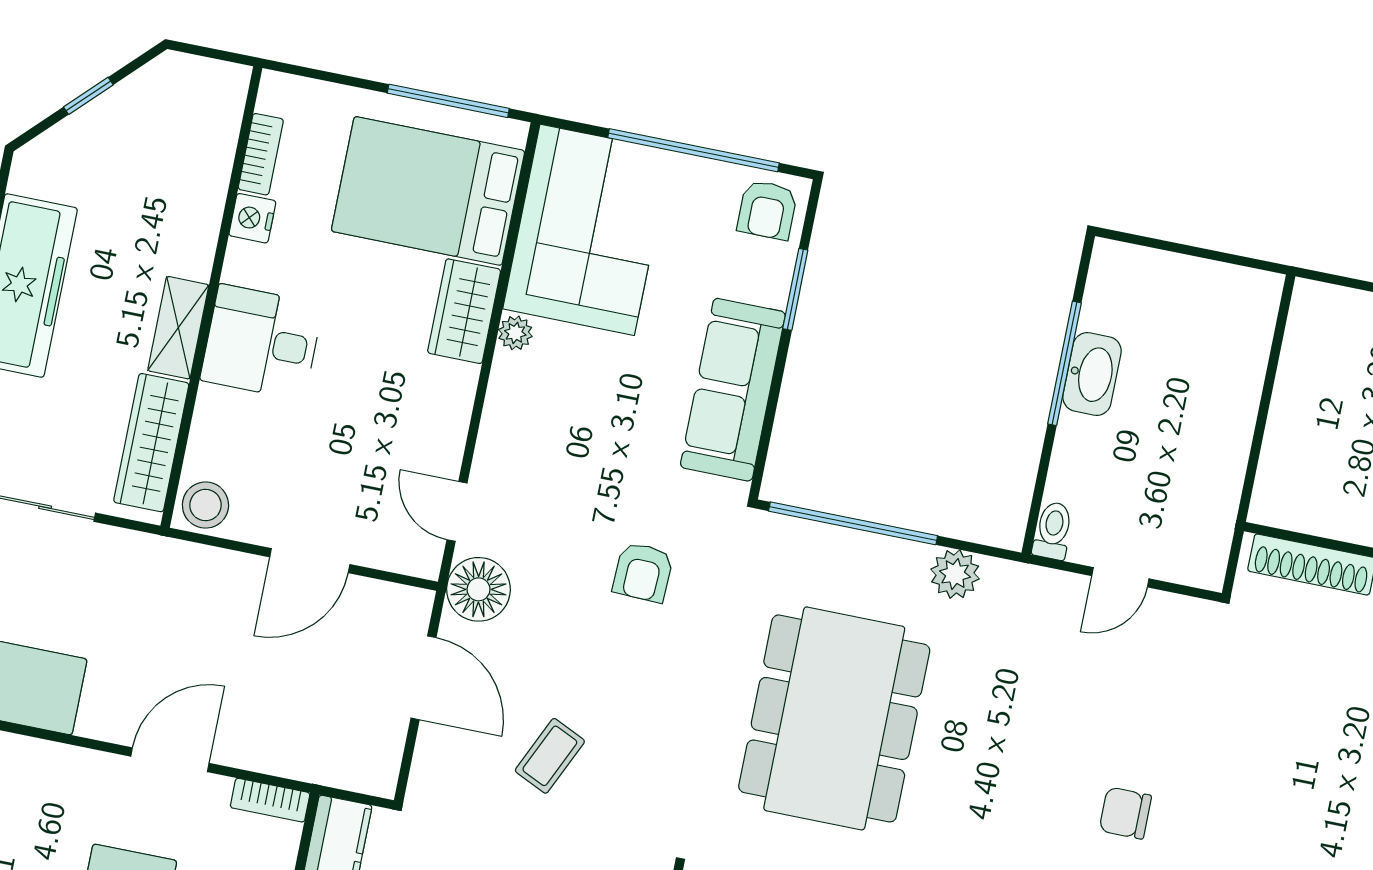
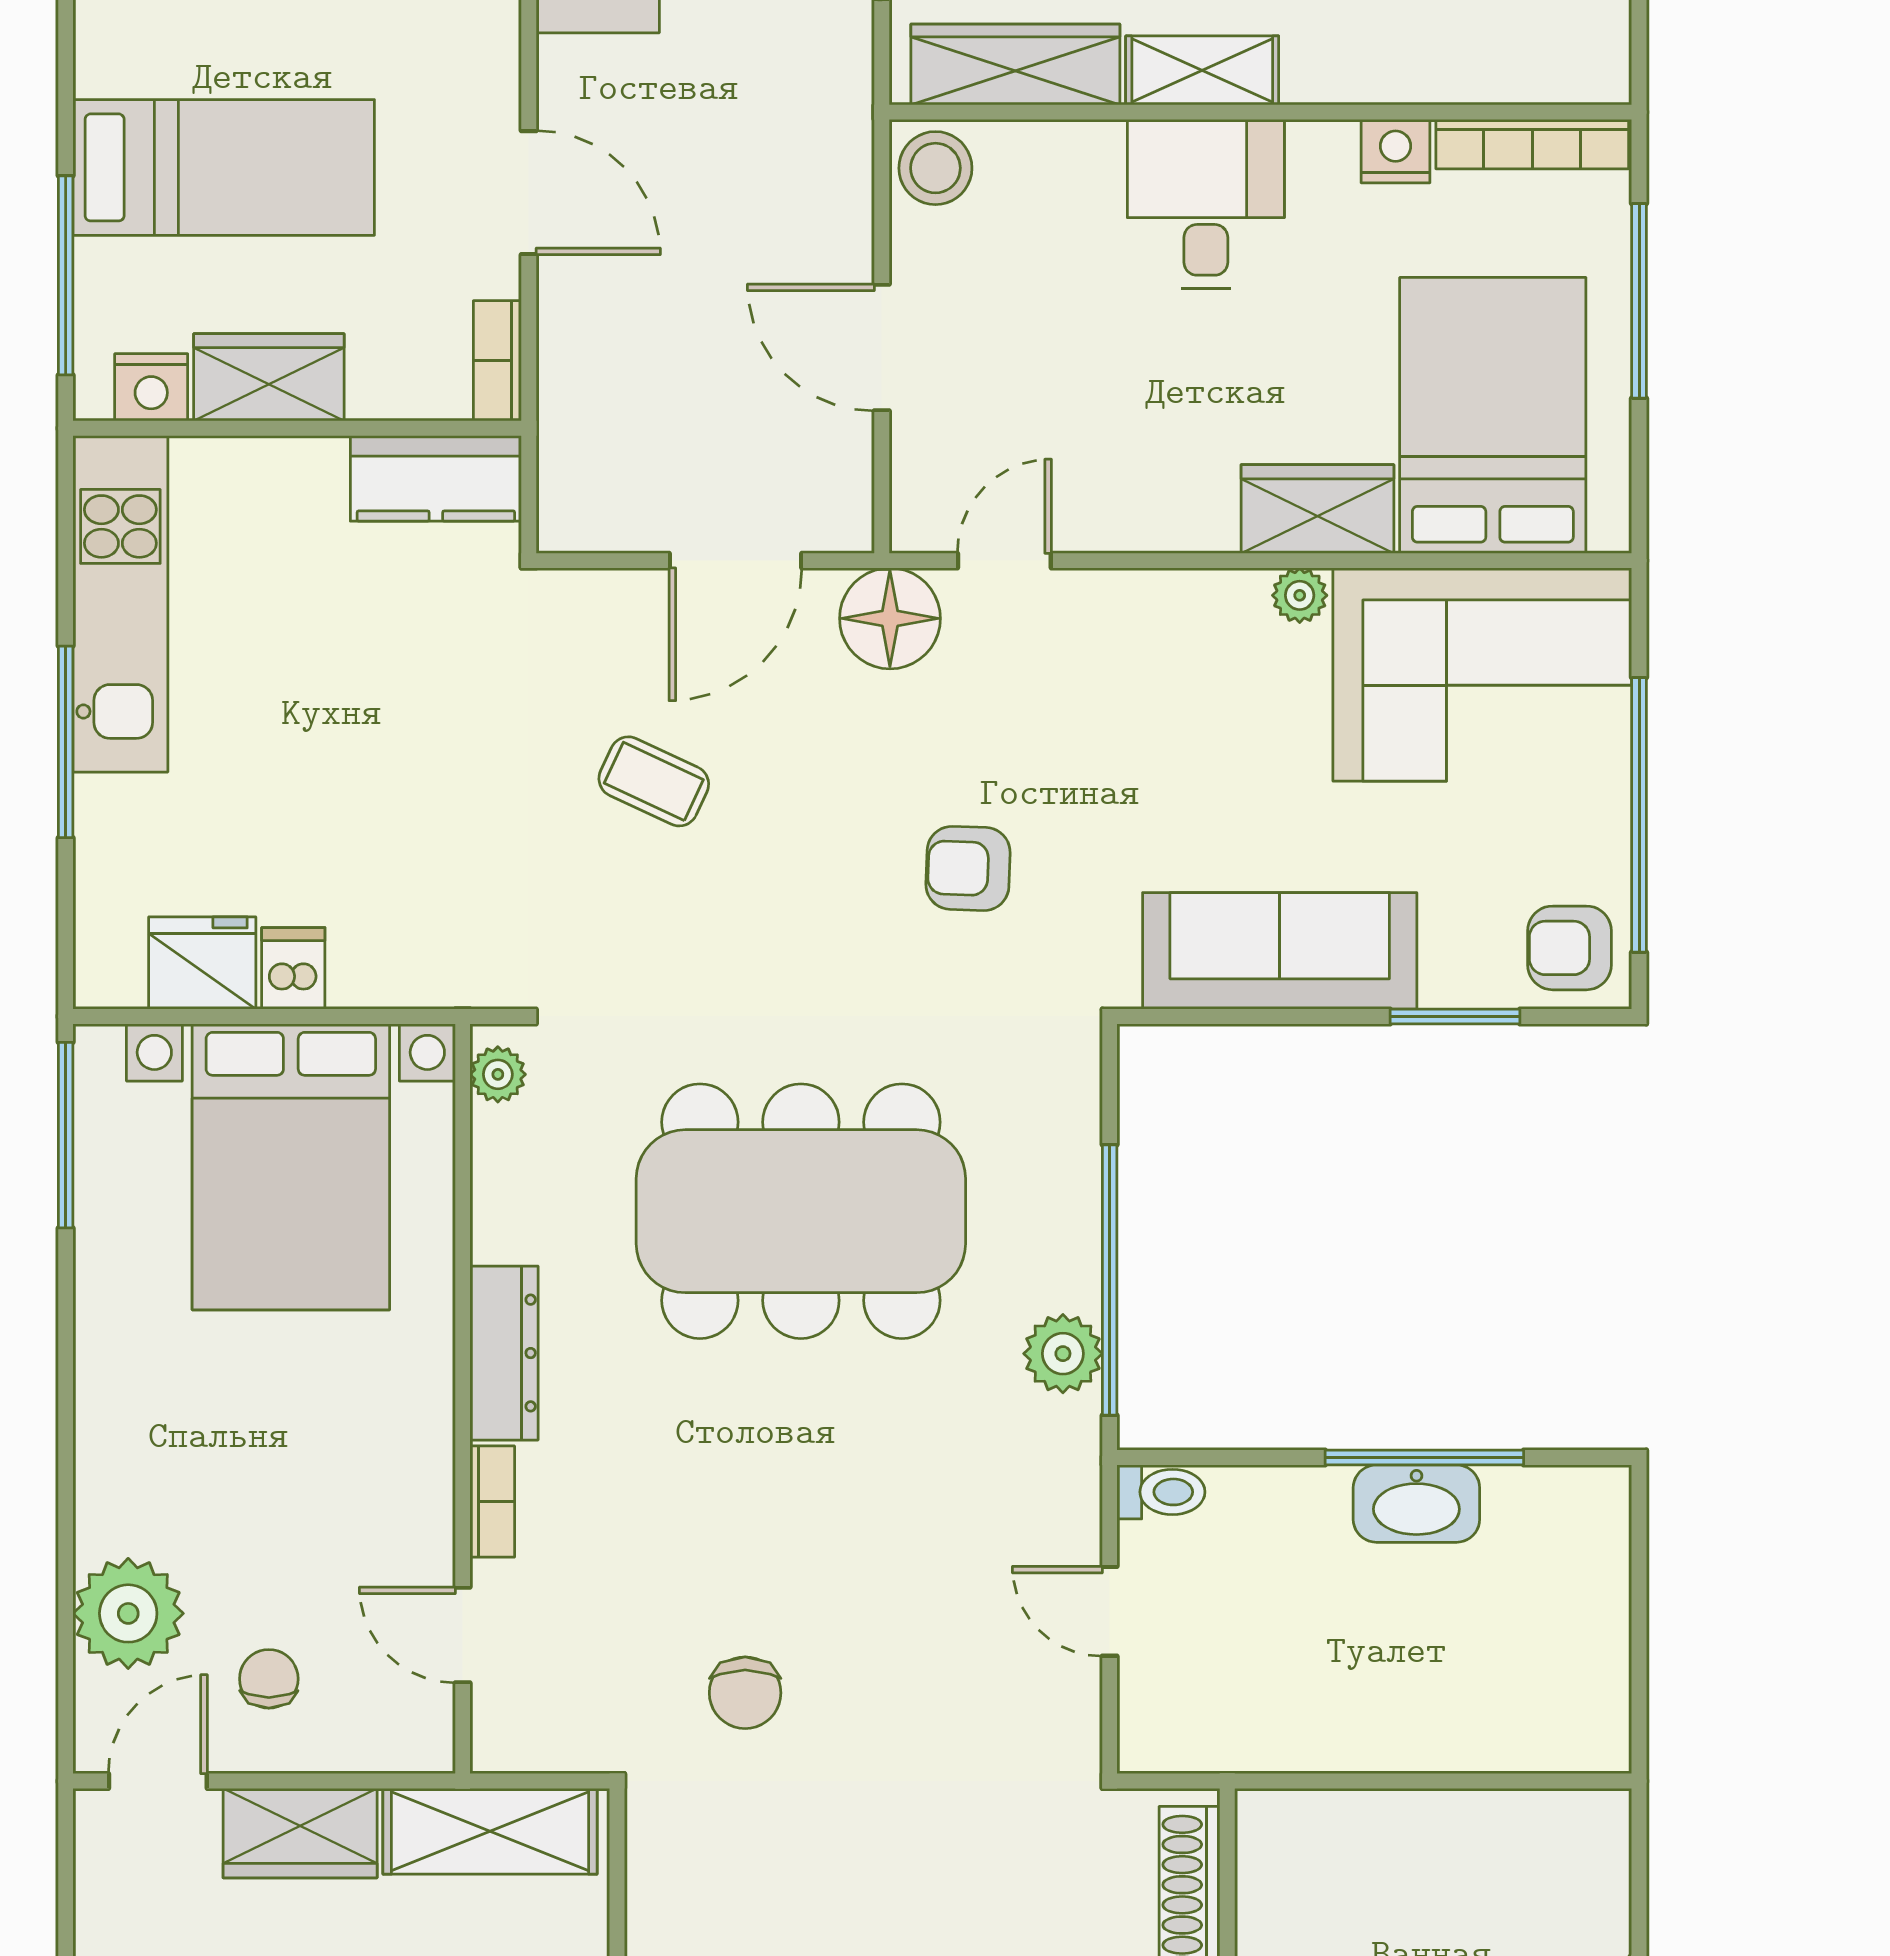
window: (448, 101) -> (1639, 301), moved
bookcase: (261, 154) -> (1532, 144), width x1.56
window: (853, 523) -> (1110, 1280), moved
chair: (1125, 813) -> (745, 1693), turned 180

